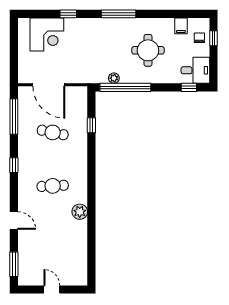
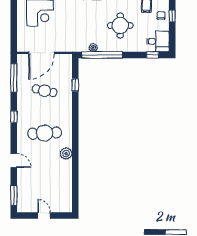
door: (49, 85) -> (42, 53), hinge flipped
cafe table: (53, 186) -> (45, 133), width x1.37, depth x1.35

